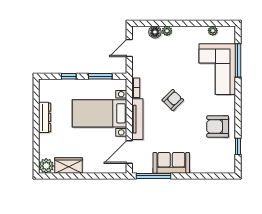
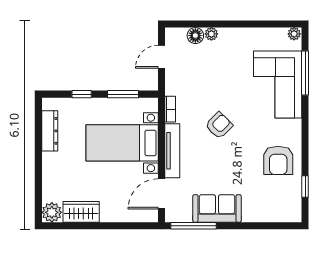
plant: (213, 31) -> (294, 34), moved
dresser: (45, 117) -> (50, 131), moved
armchair: (218, 126) -> (278, 160), turned -90

